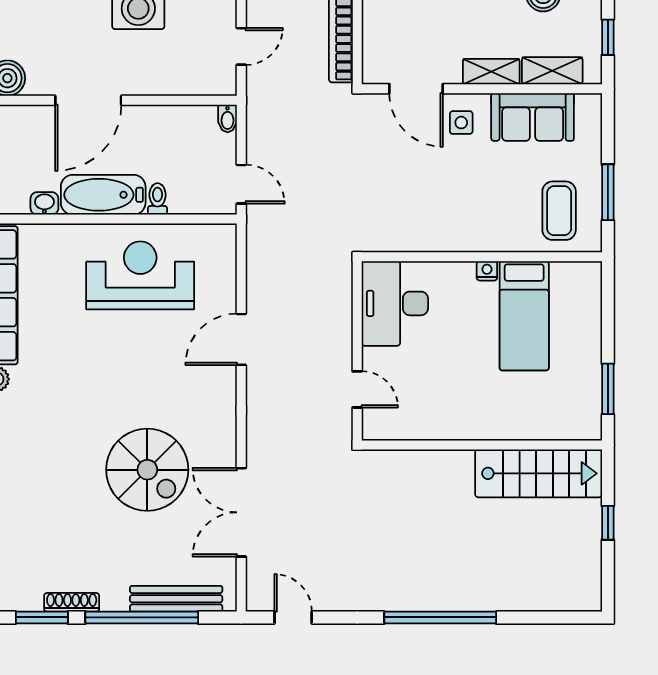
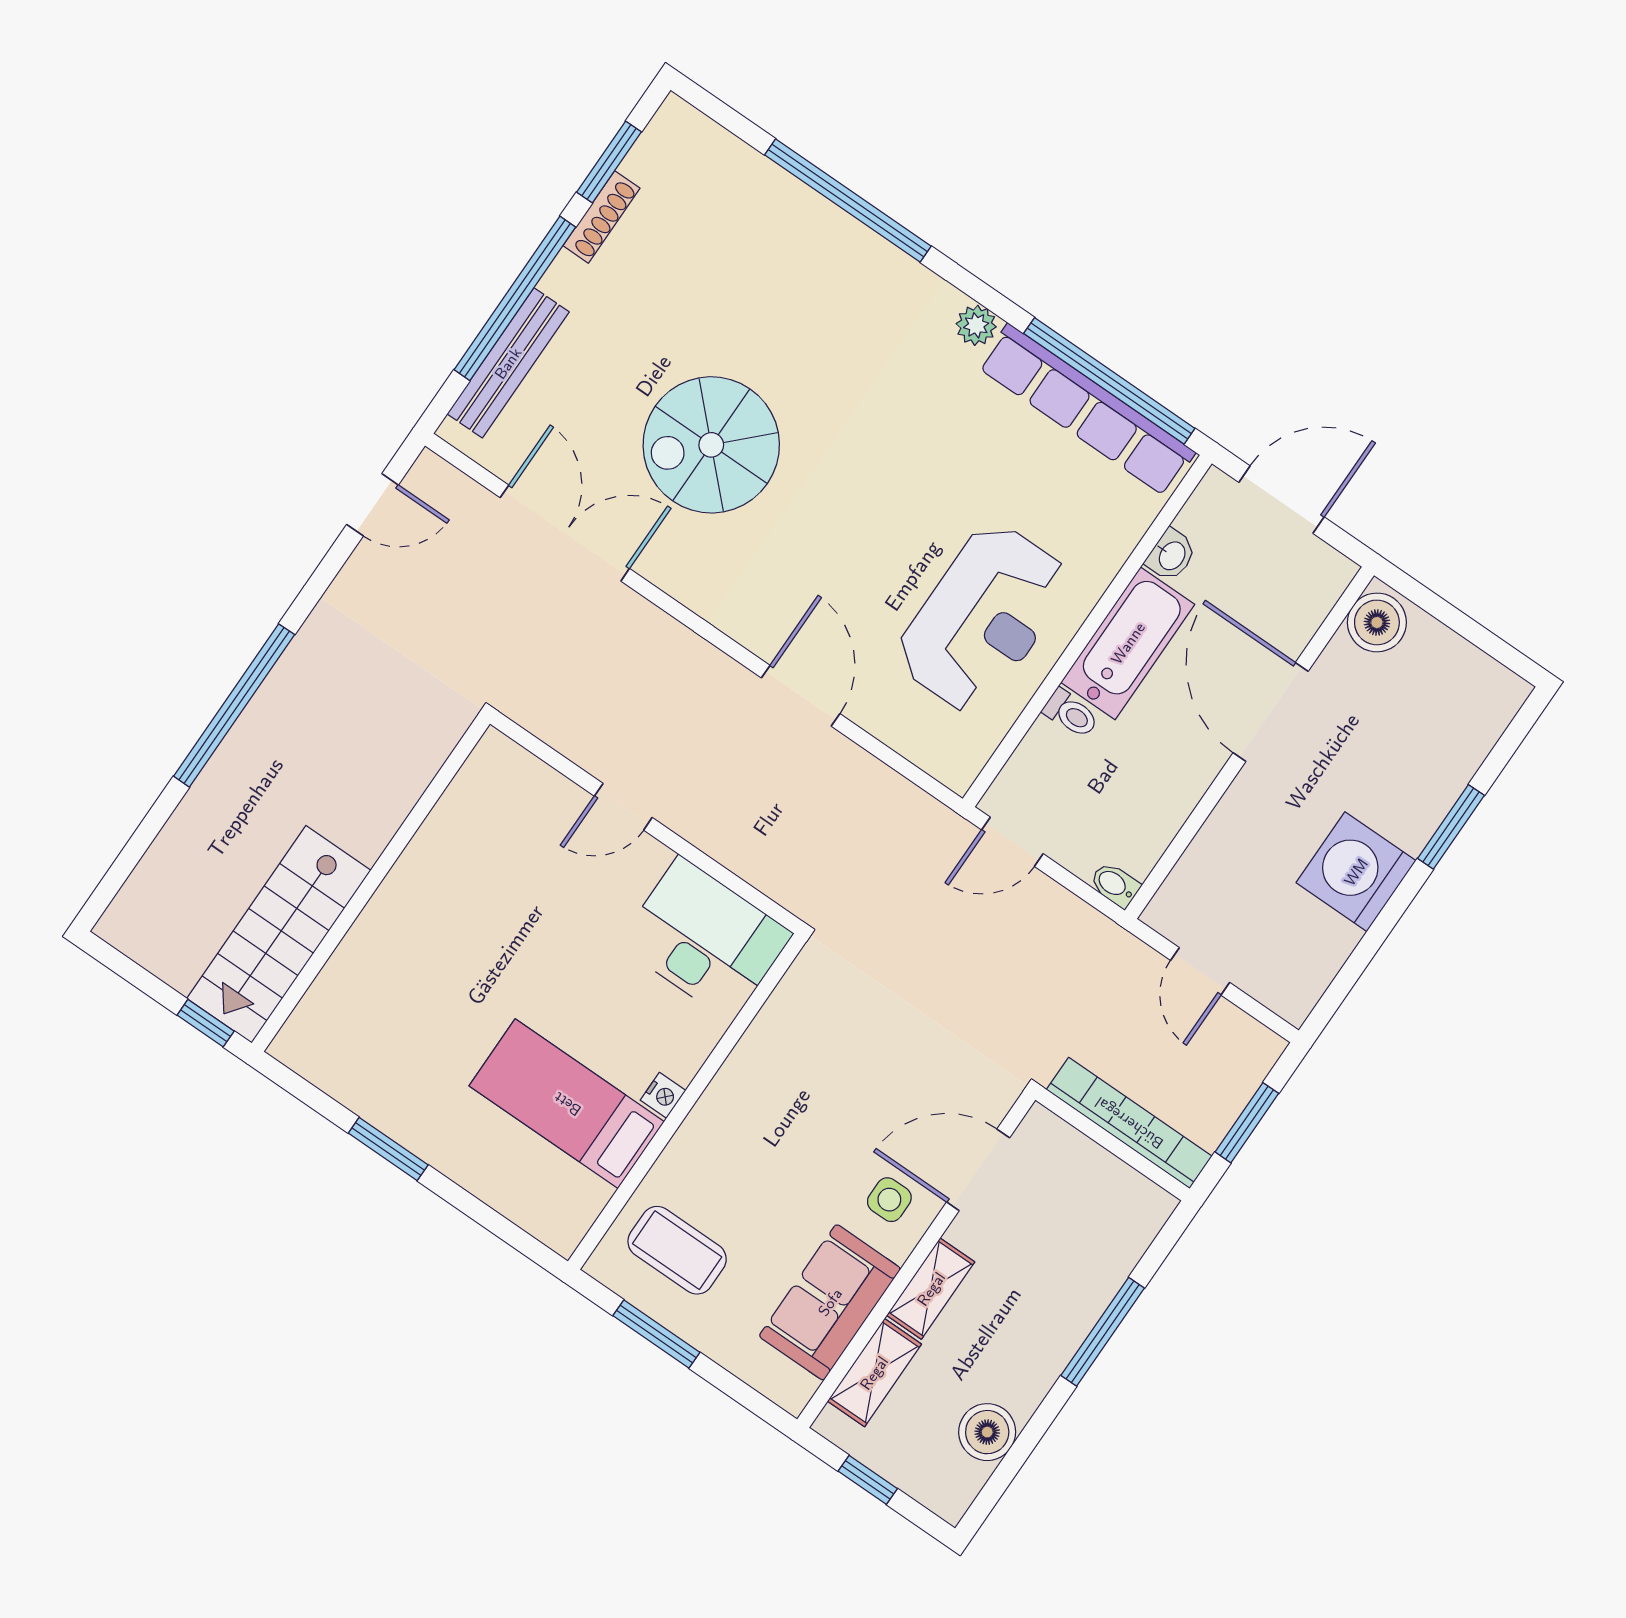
wall: (482, 445) -> (371, 883), moved
stairs: (539, 473) -> (279, 934), moved

